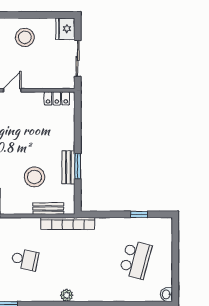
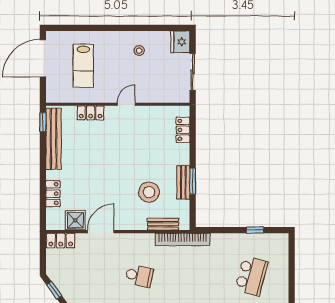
stool: (25, 37) -> (139, 51), width x0.53, depth x0.53
locker: (57, 98) -> (183, 130), moved, turned 90

